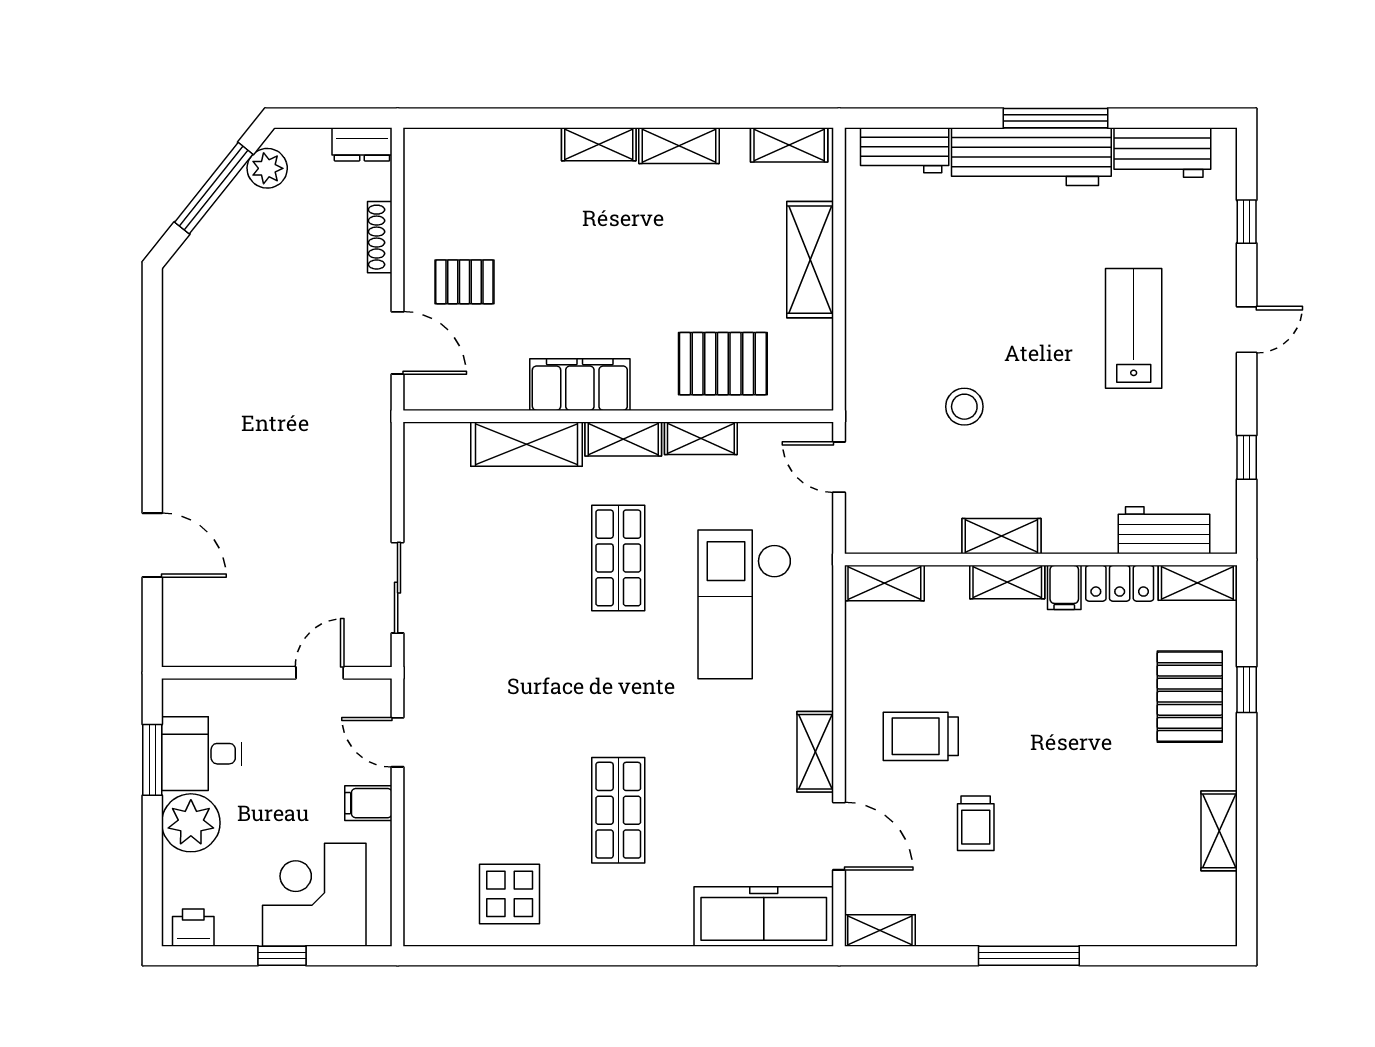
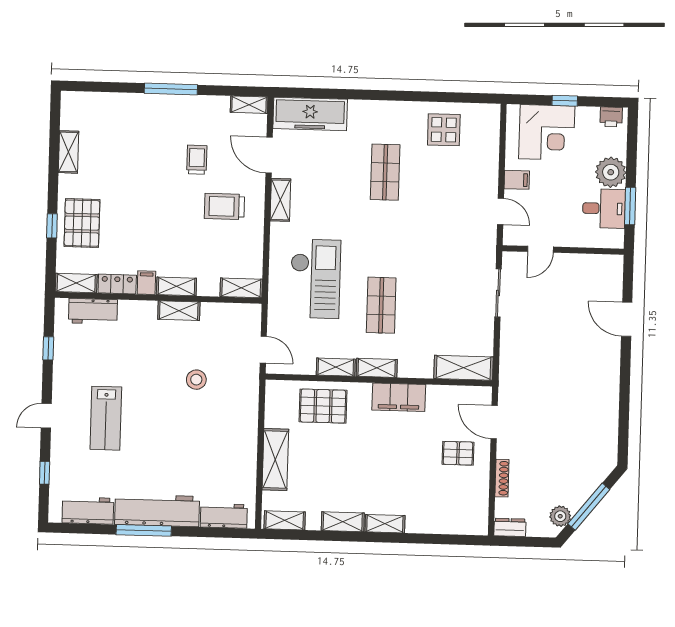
shelving: (526, 444) -> (463, 368), moved
trolley: (921, 736) -> (224, 206), turned 180

